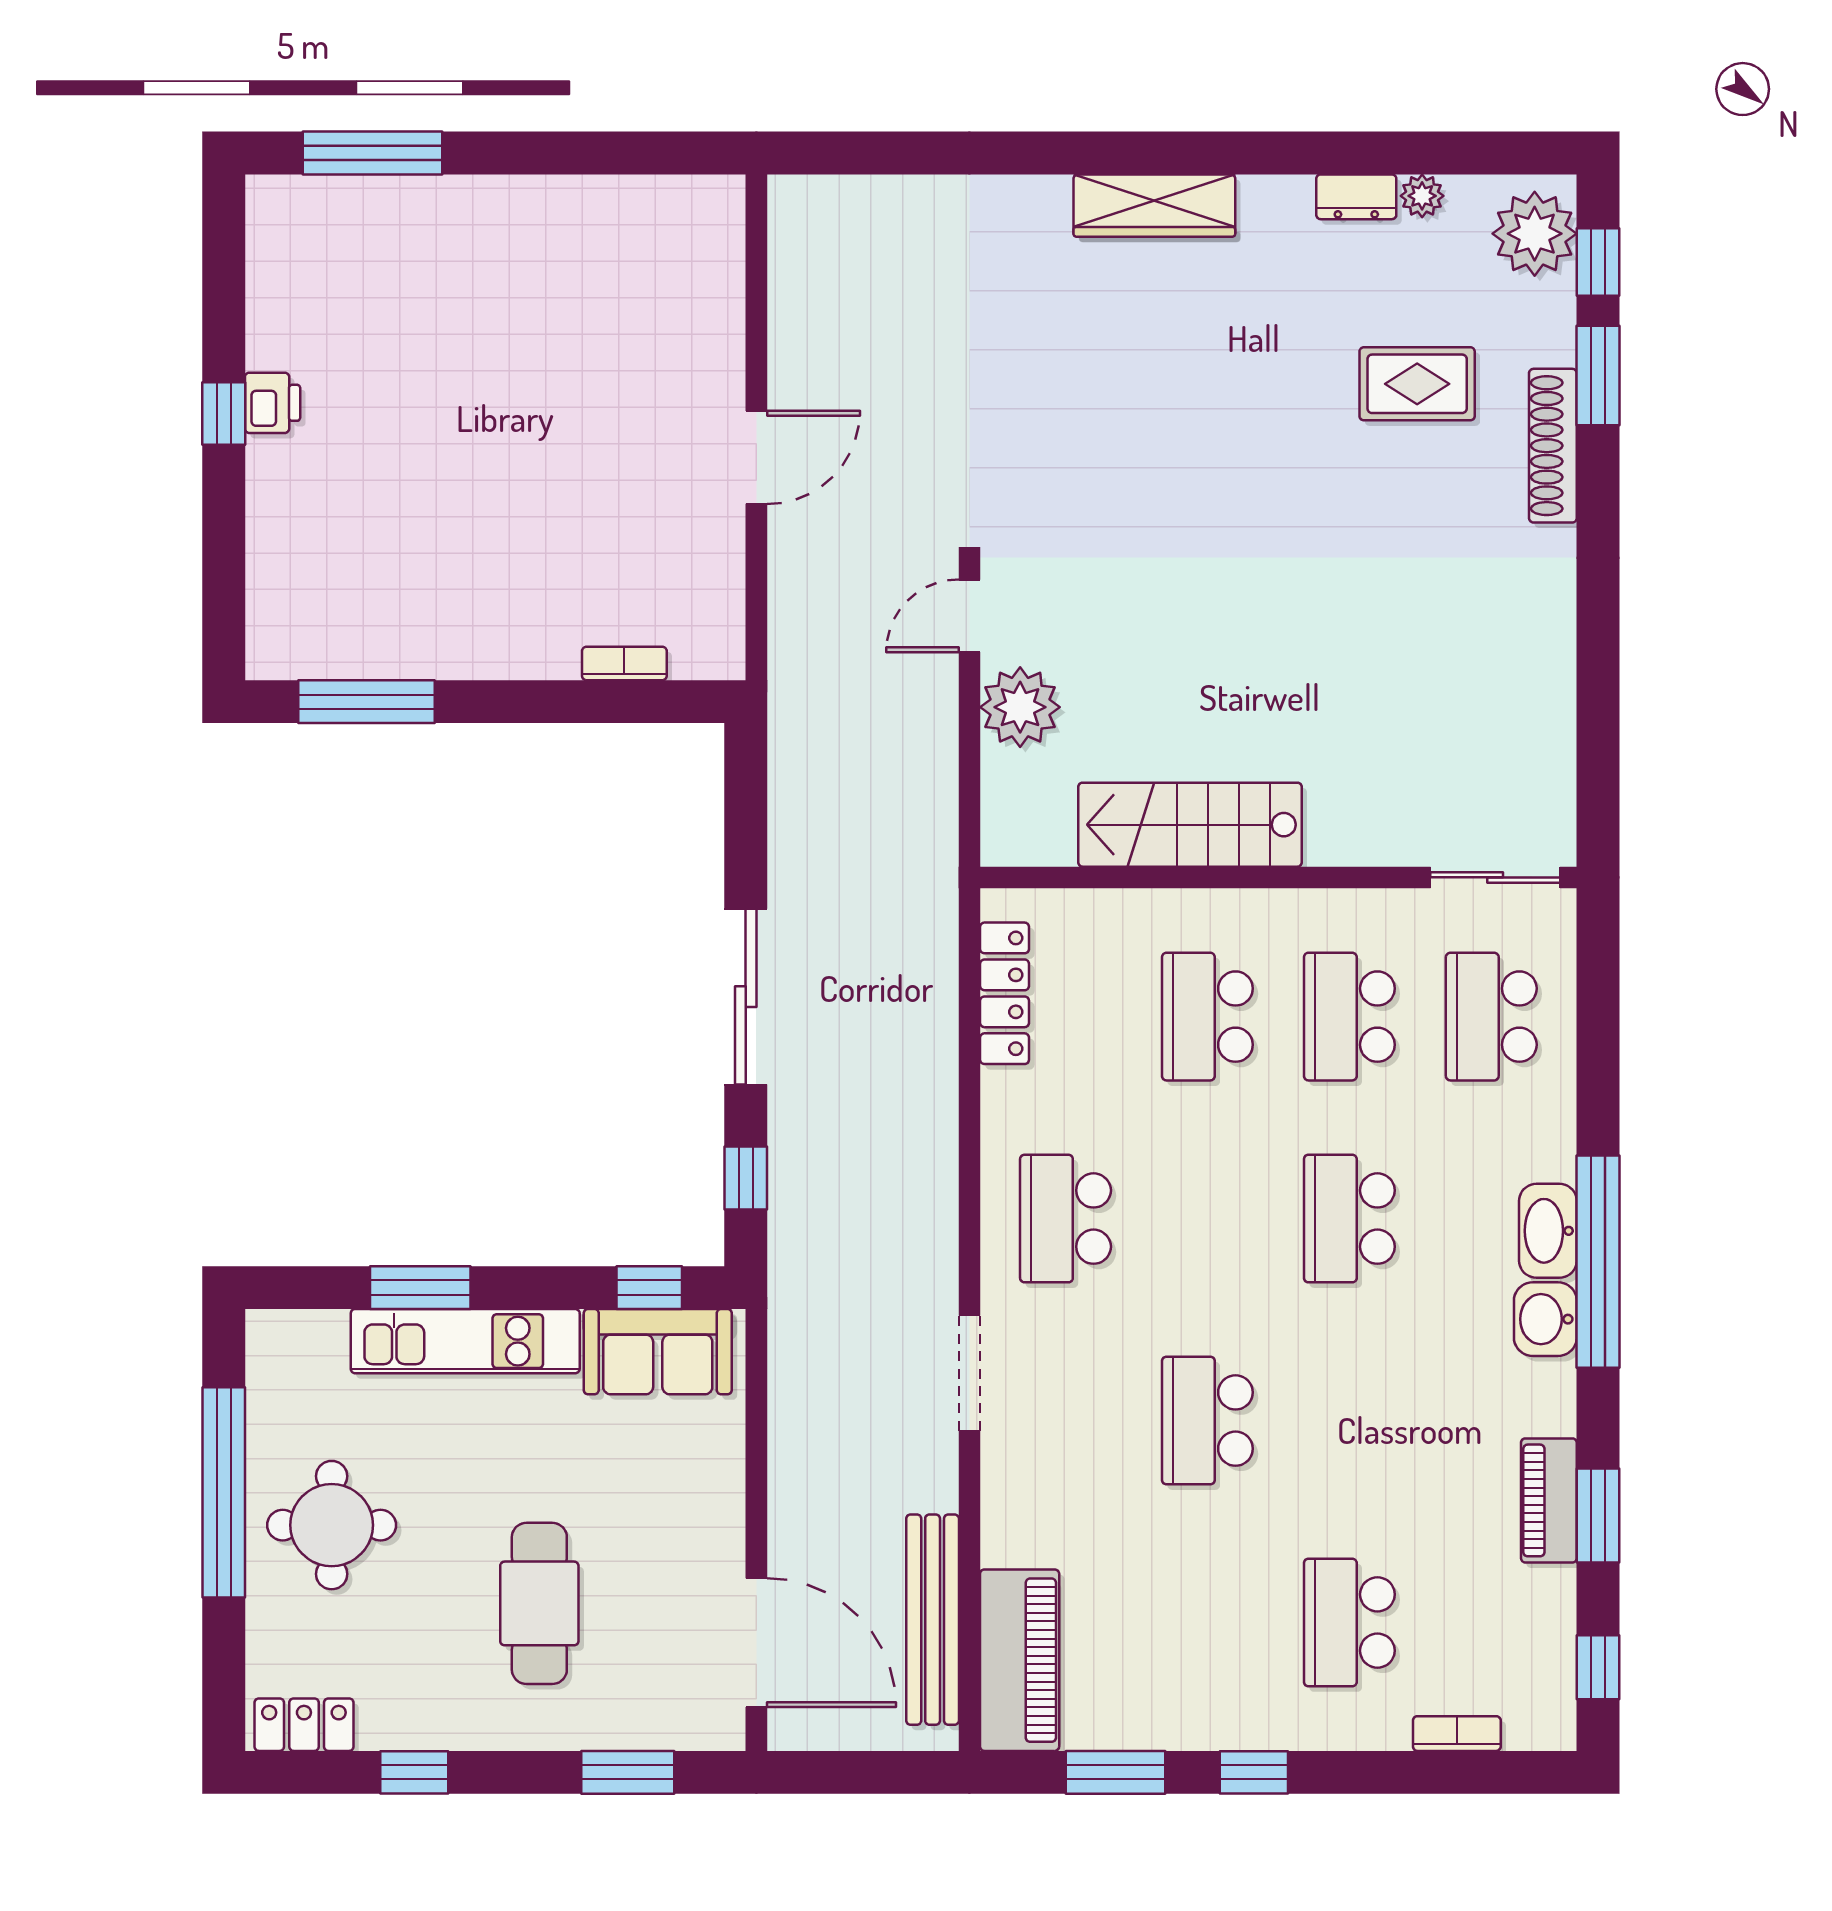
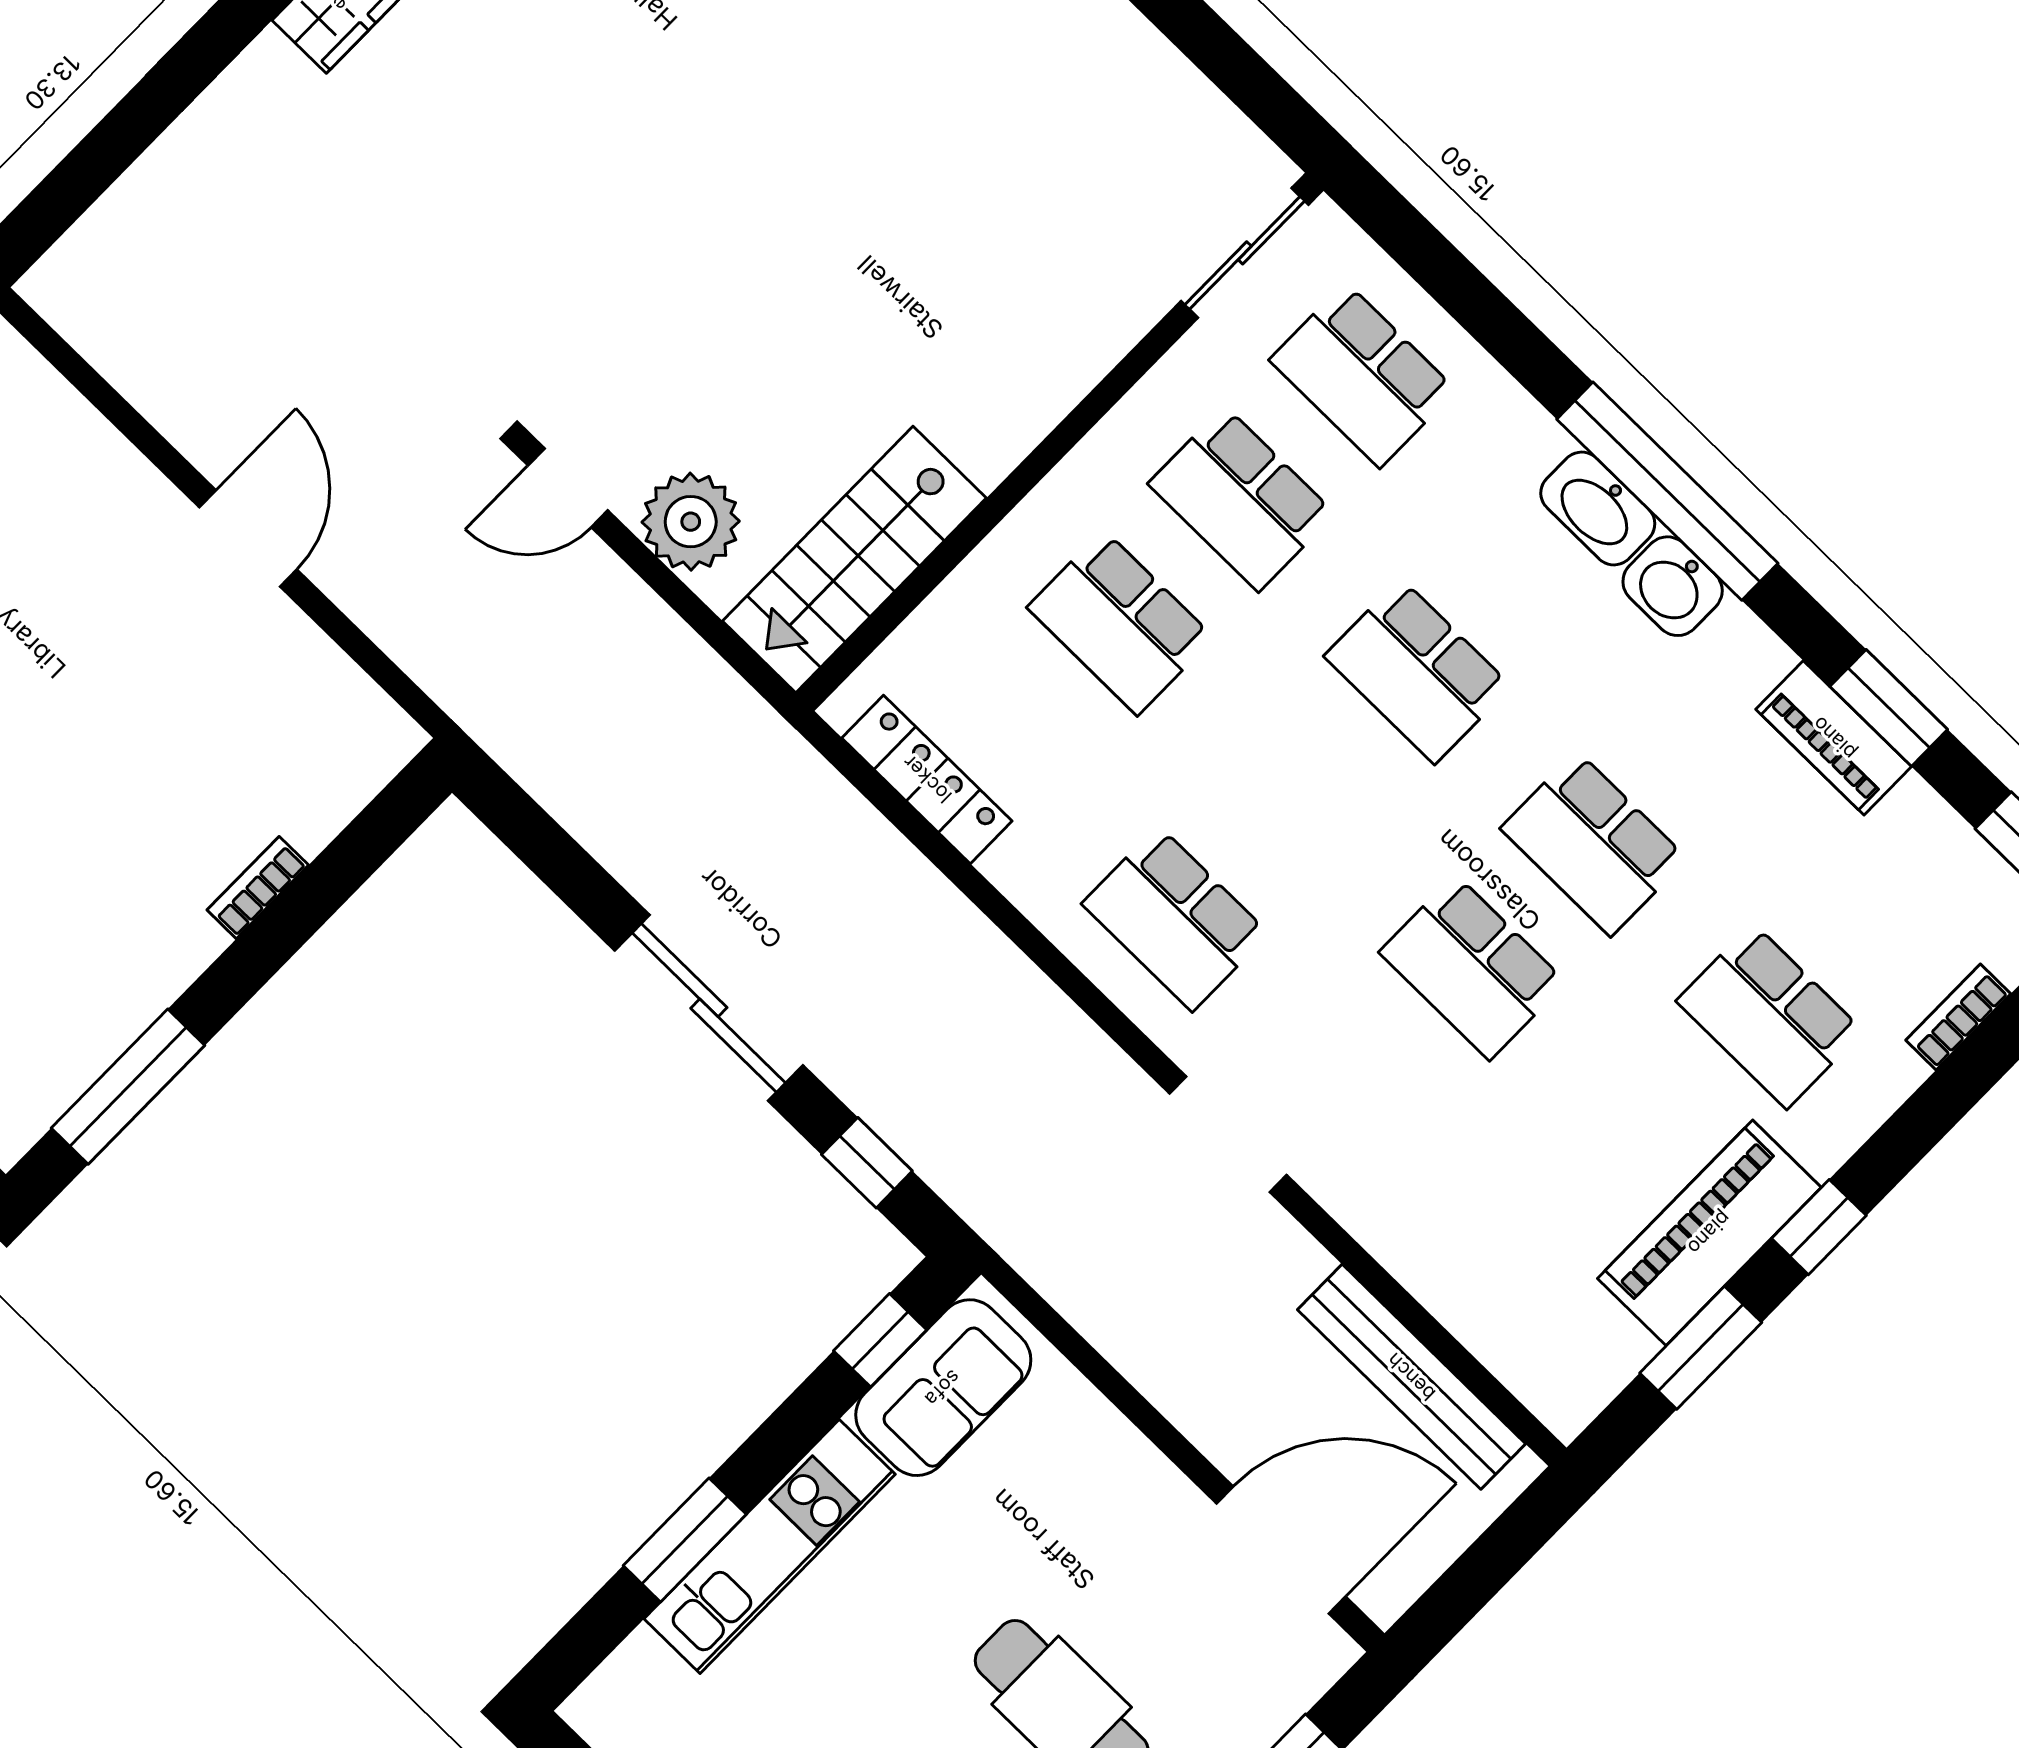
door: (969, 616) -> (568, 488), hinge flipped
bookcase: (624, 663) -> (258, 888), moved
stairs: (1190, 825) -> (854, 559), moved
school desk: (1349, 1421) -> (1594, 844), added
piano: (1020, 1660) -> (1709, 1233), moved, turned -90

